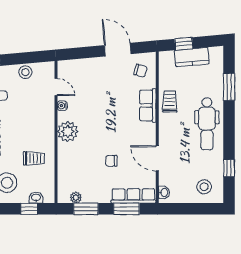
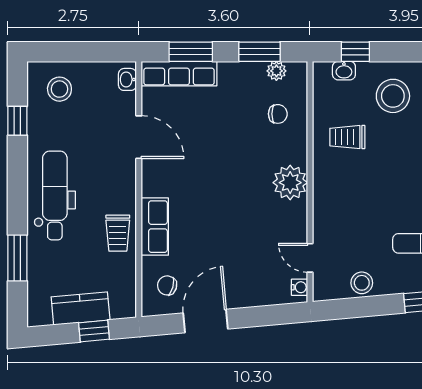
door: (118, 50) -> (206, 321), swing flipped
water cooler: (62, 106) -> (300, 287), moved
chair: (111, 161) -> (278, 114), moved

